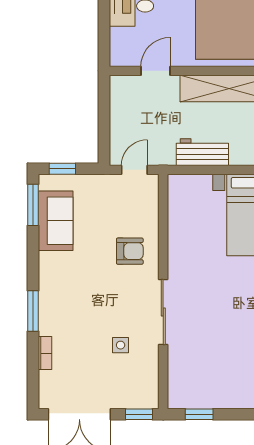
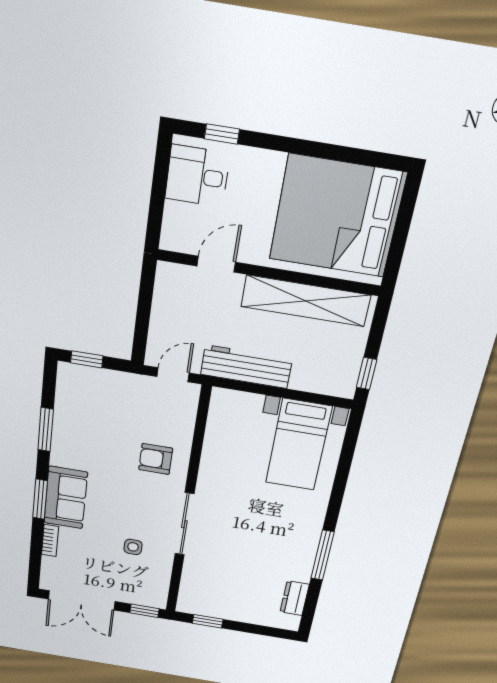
workbench: (202, 152) -> (246, 367), width x1.38
window: (33, 205) -> (46, 430), moved
sofa: (56, 221) -> (66, 498), moved
armchair: (130, 251) -> (156, 459), turned 180

